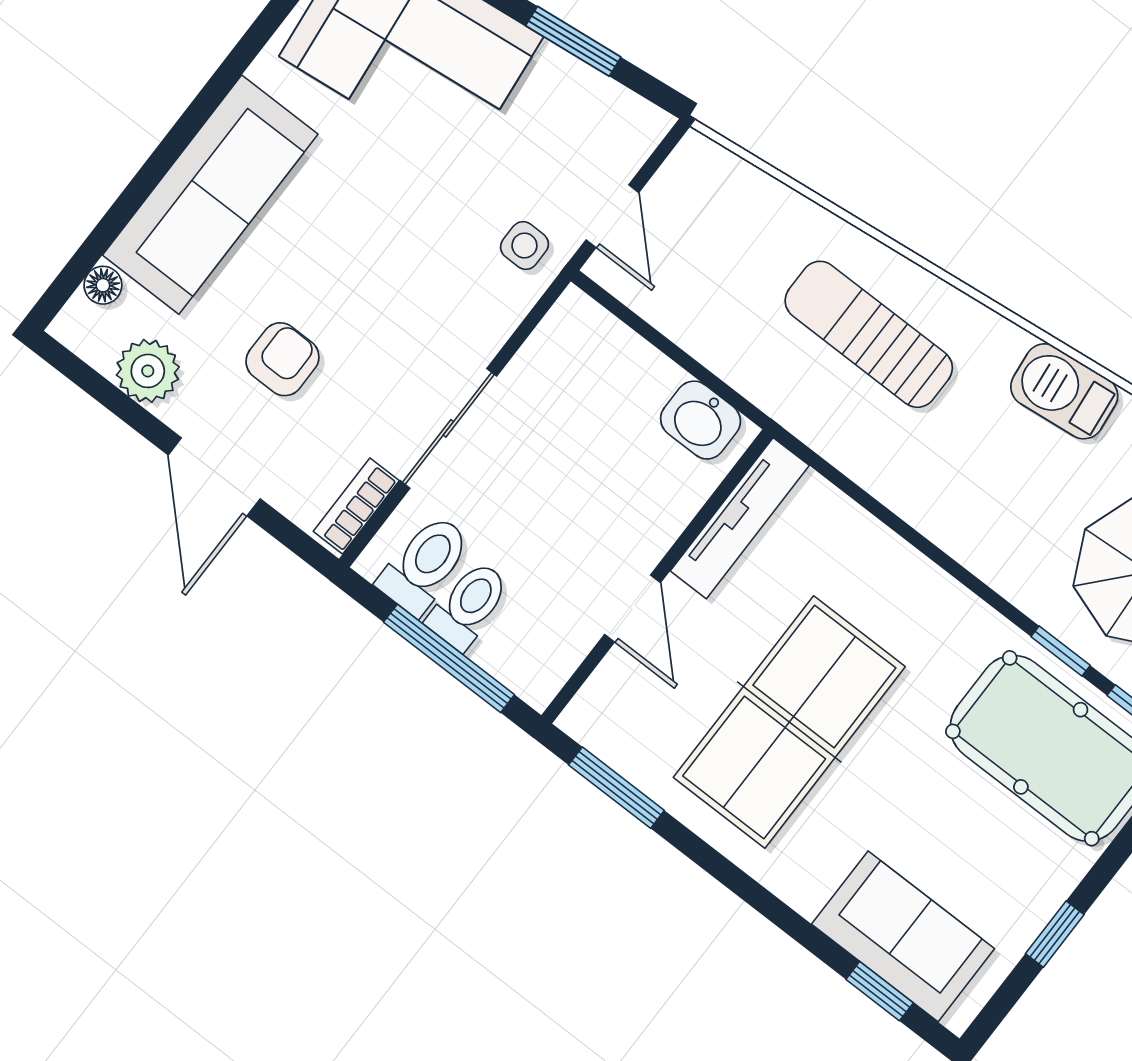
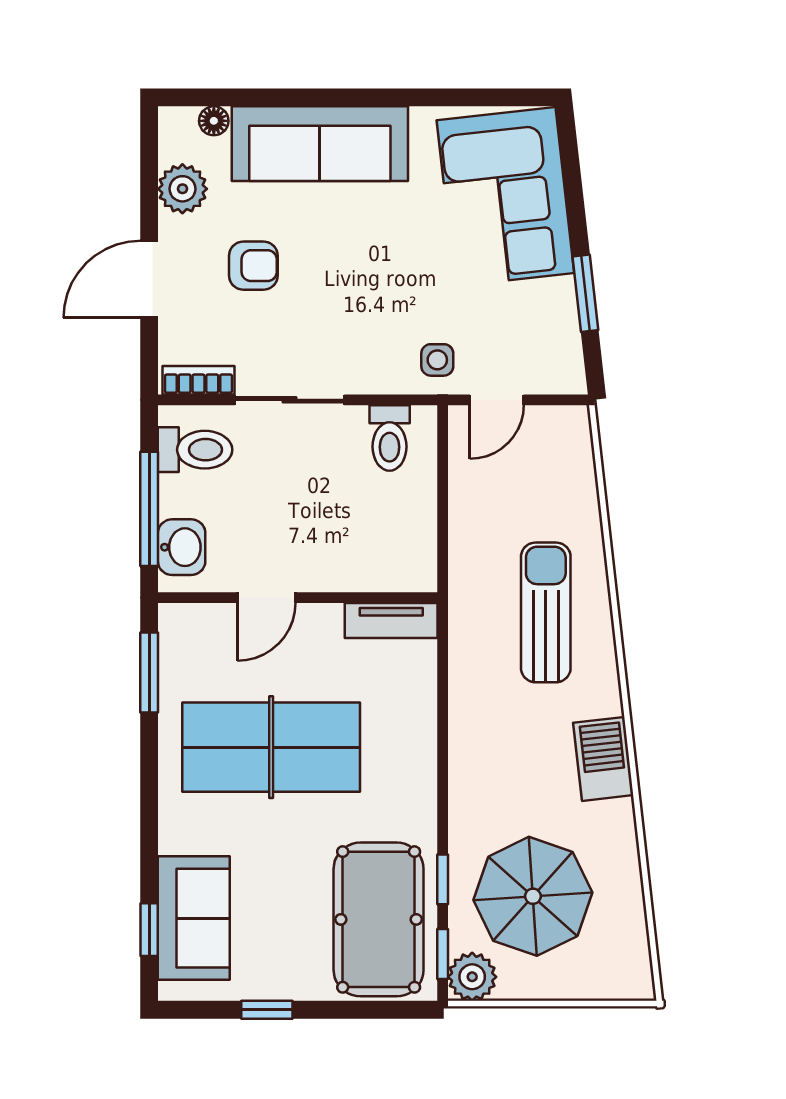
washbasin: (701, 420) -> (182, 547), moved, turned 180
tv unit: (740, 518) -> (391, 620), width x0.71
toilet: (469, 605) -> (390, 438), moved, turned 90

